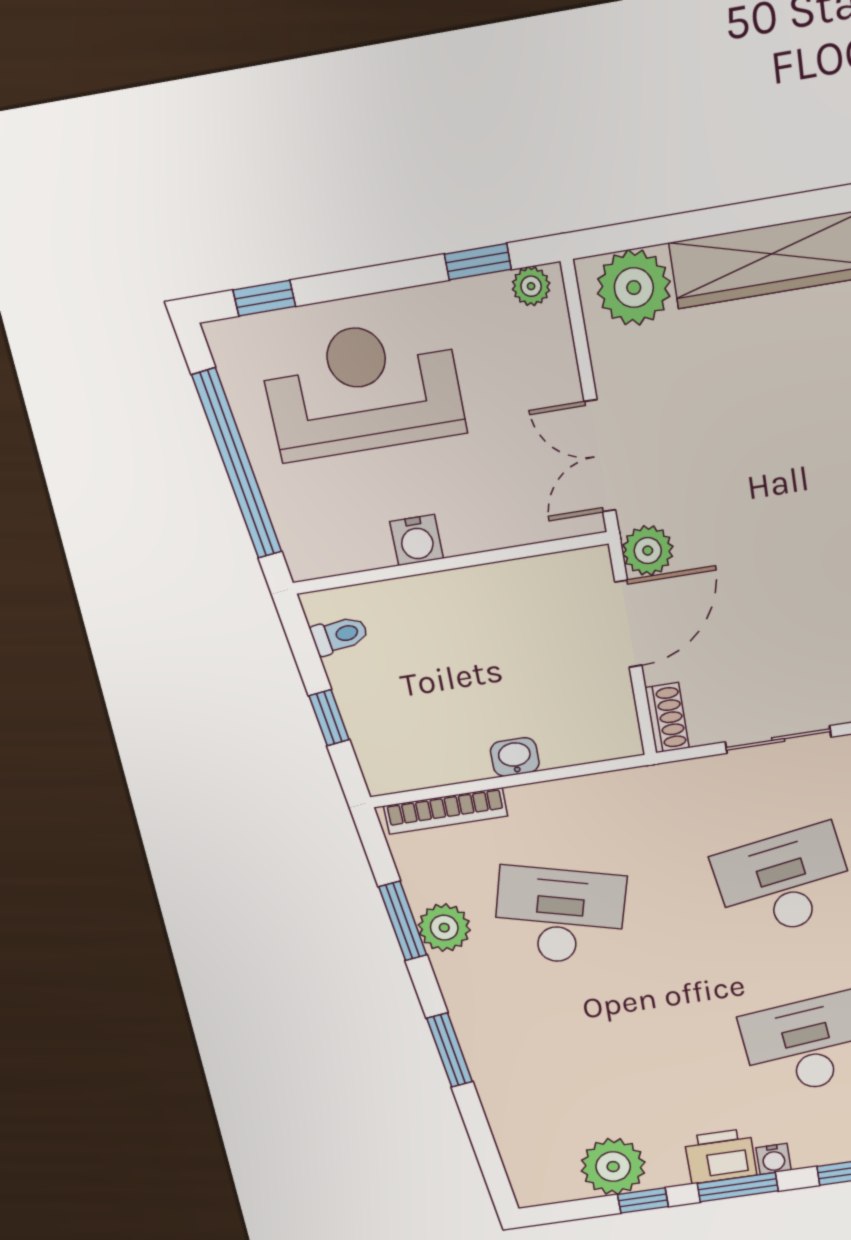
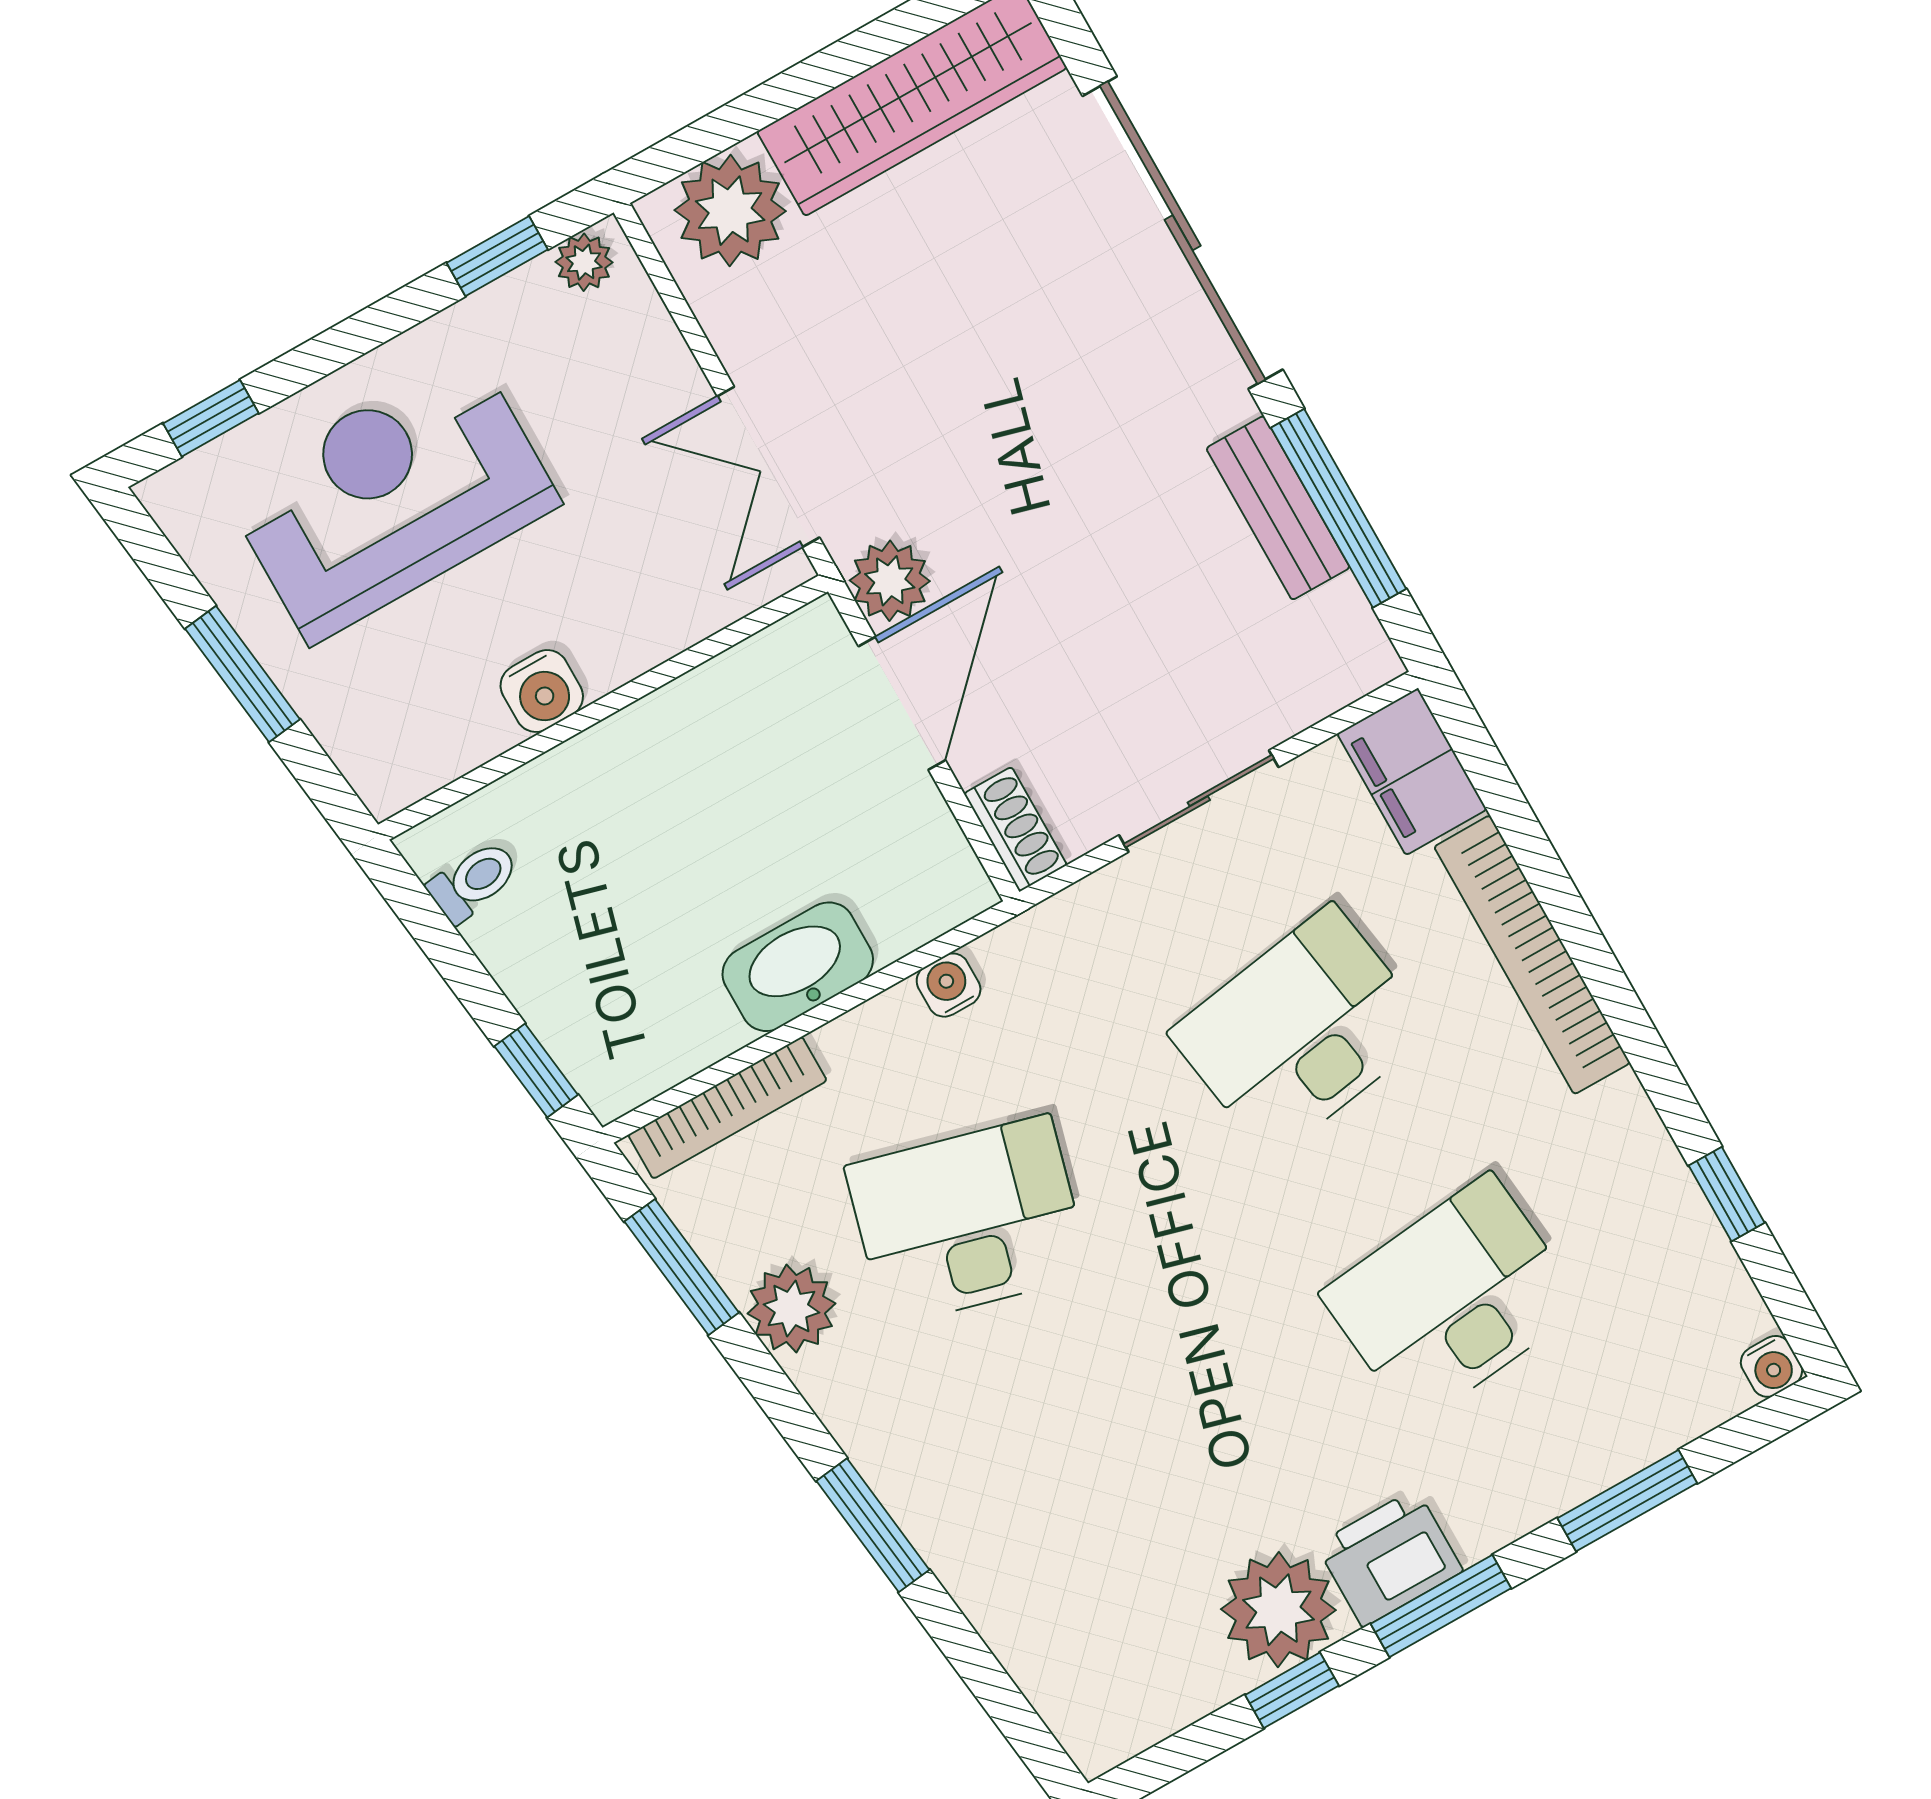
window: (237, 464) -> (243, 674), width x0.47
window: (329, 718) -> (536, 1071), moved
washbasin: (515, 757) -> (798, 967), width x1.91, depth x1.45
window: (403, 921) -> (682, 1267), moved
water cooler: (774, 1159) -> (949, 985), moved, turned 180
plant: (613, 1167) -> (1278, 1610), moved

